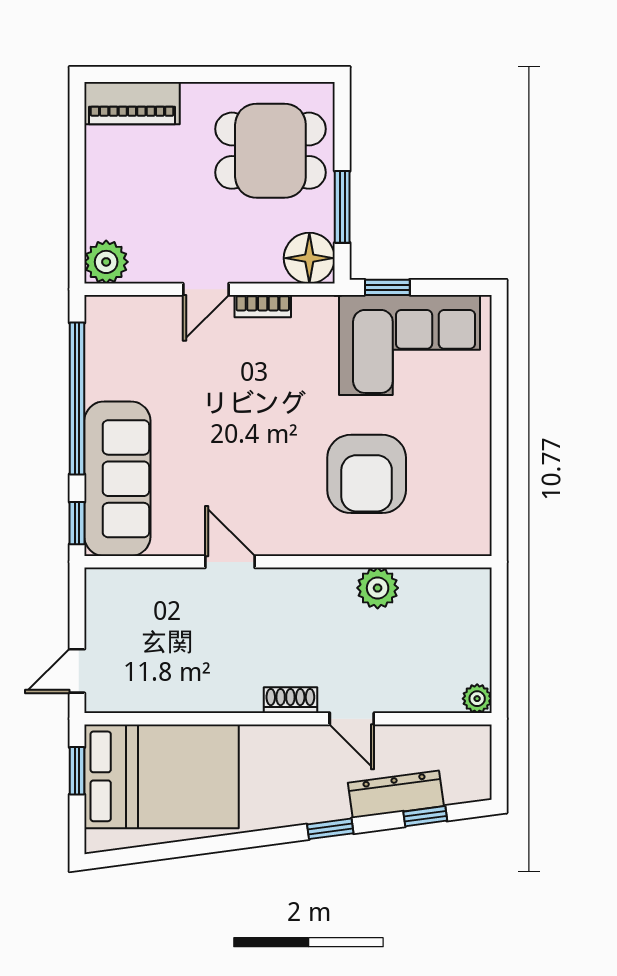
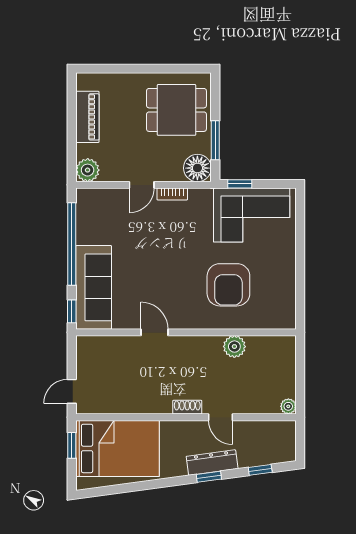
piano: (132, 103) -> (87, 117), moved, turned -90
dresser: (396, 794) -> (212, 463), moved

